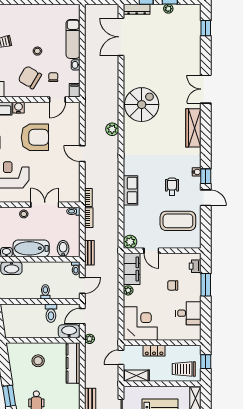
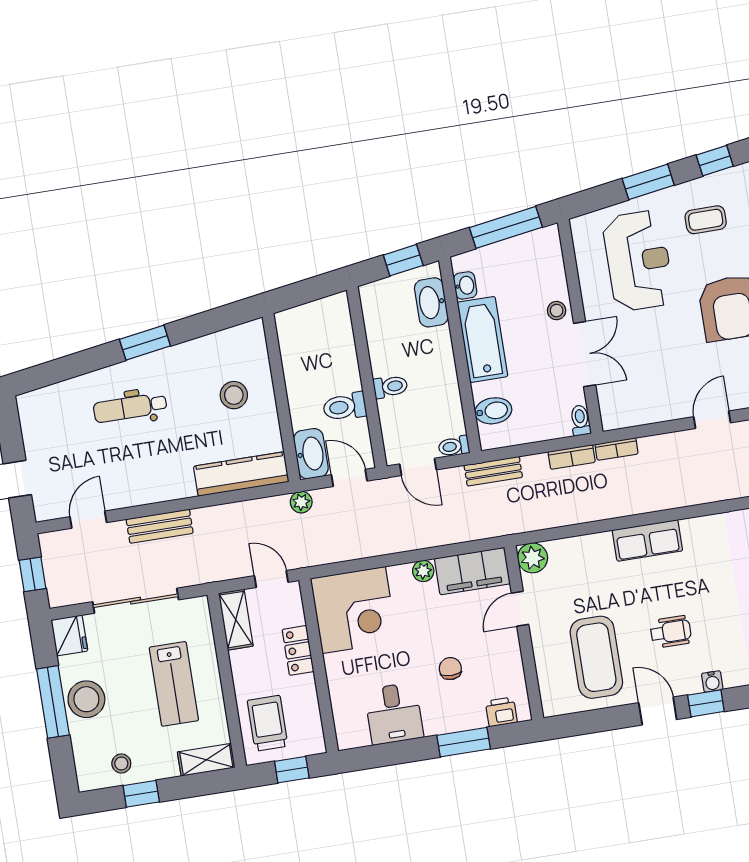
door: (206, 198) -> (658, 711), swing flipped

